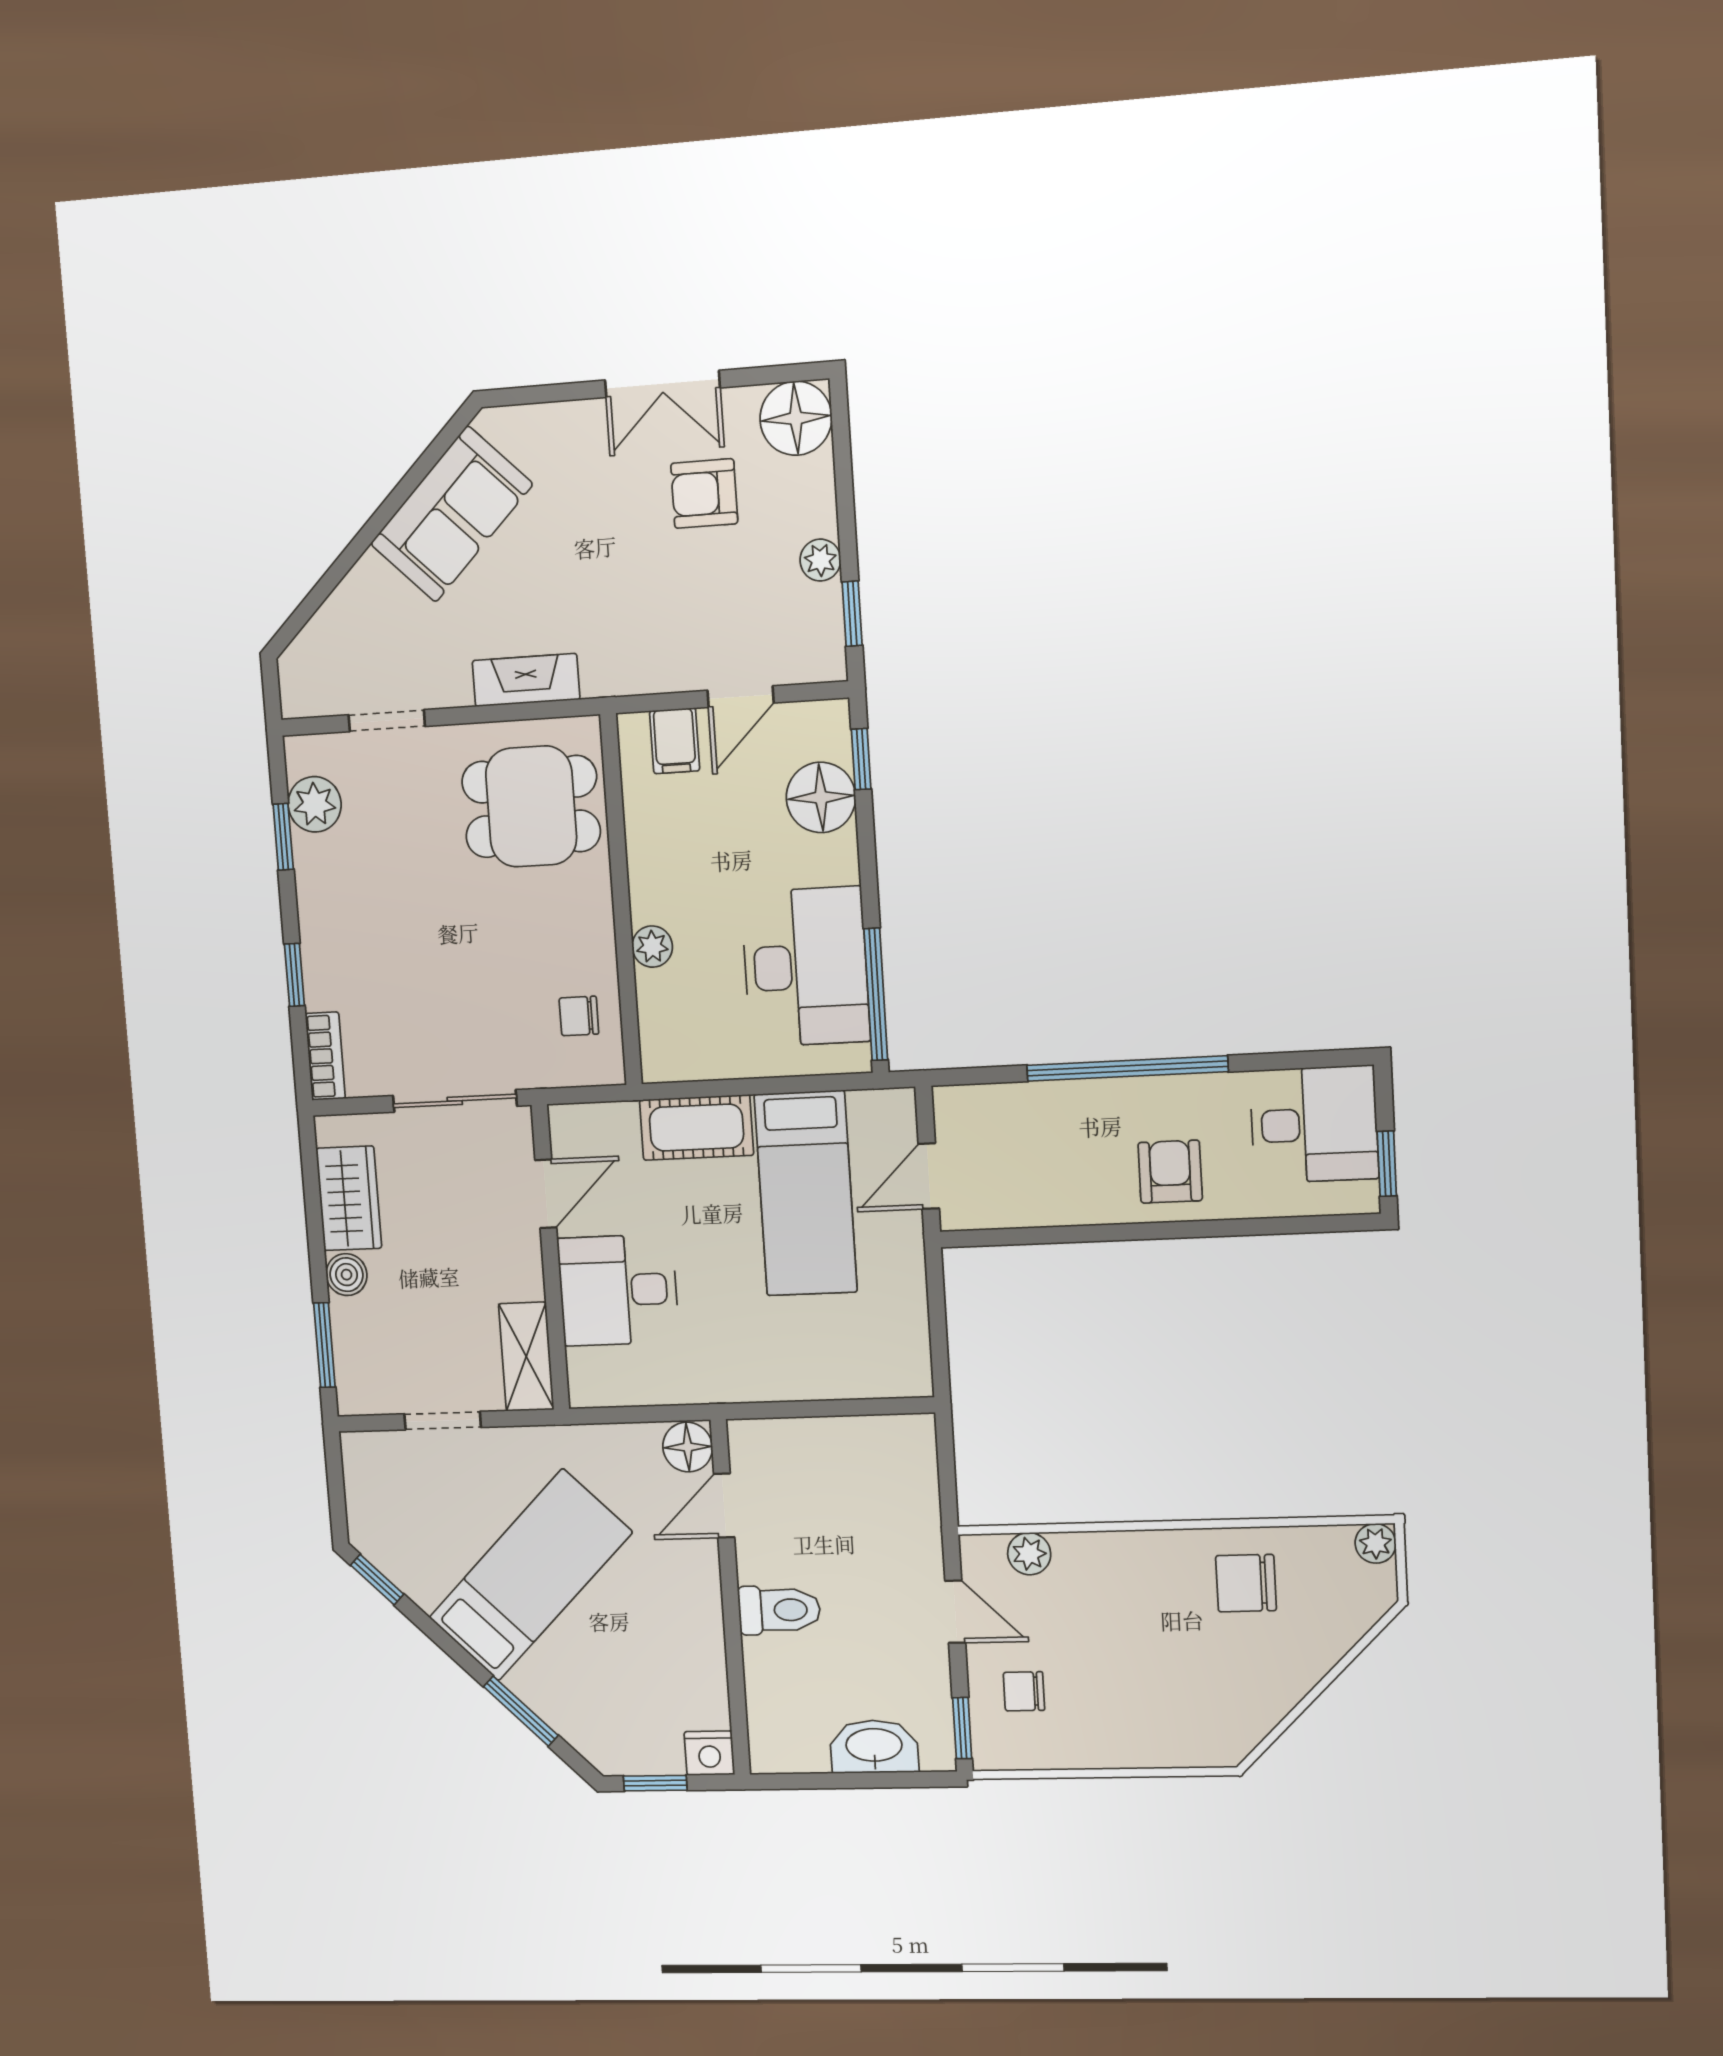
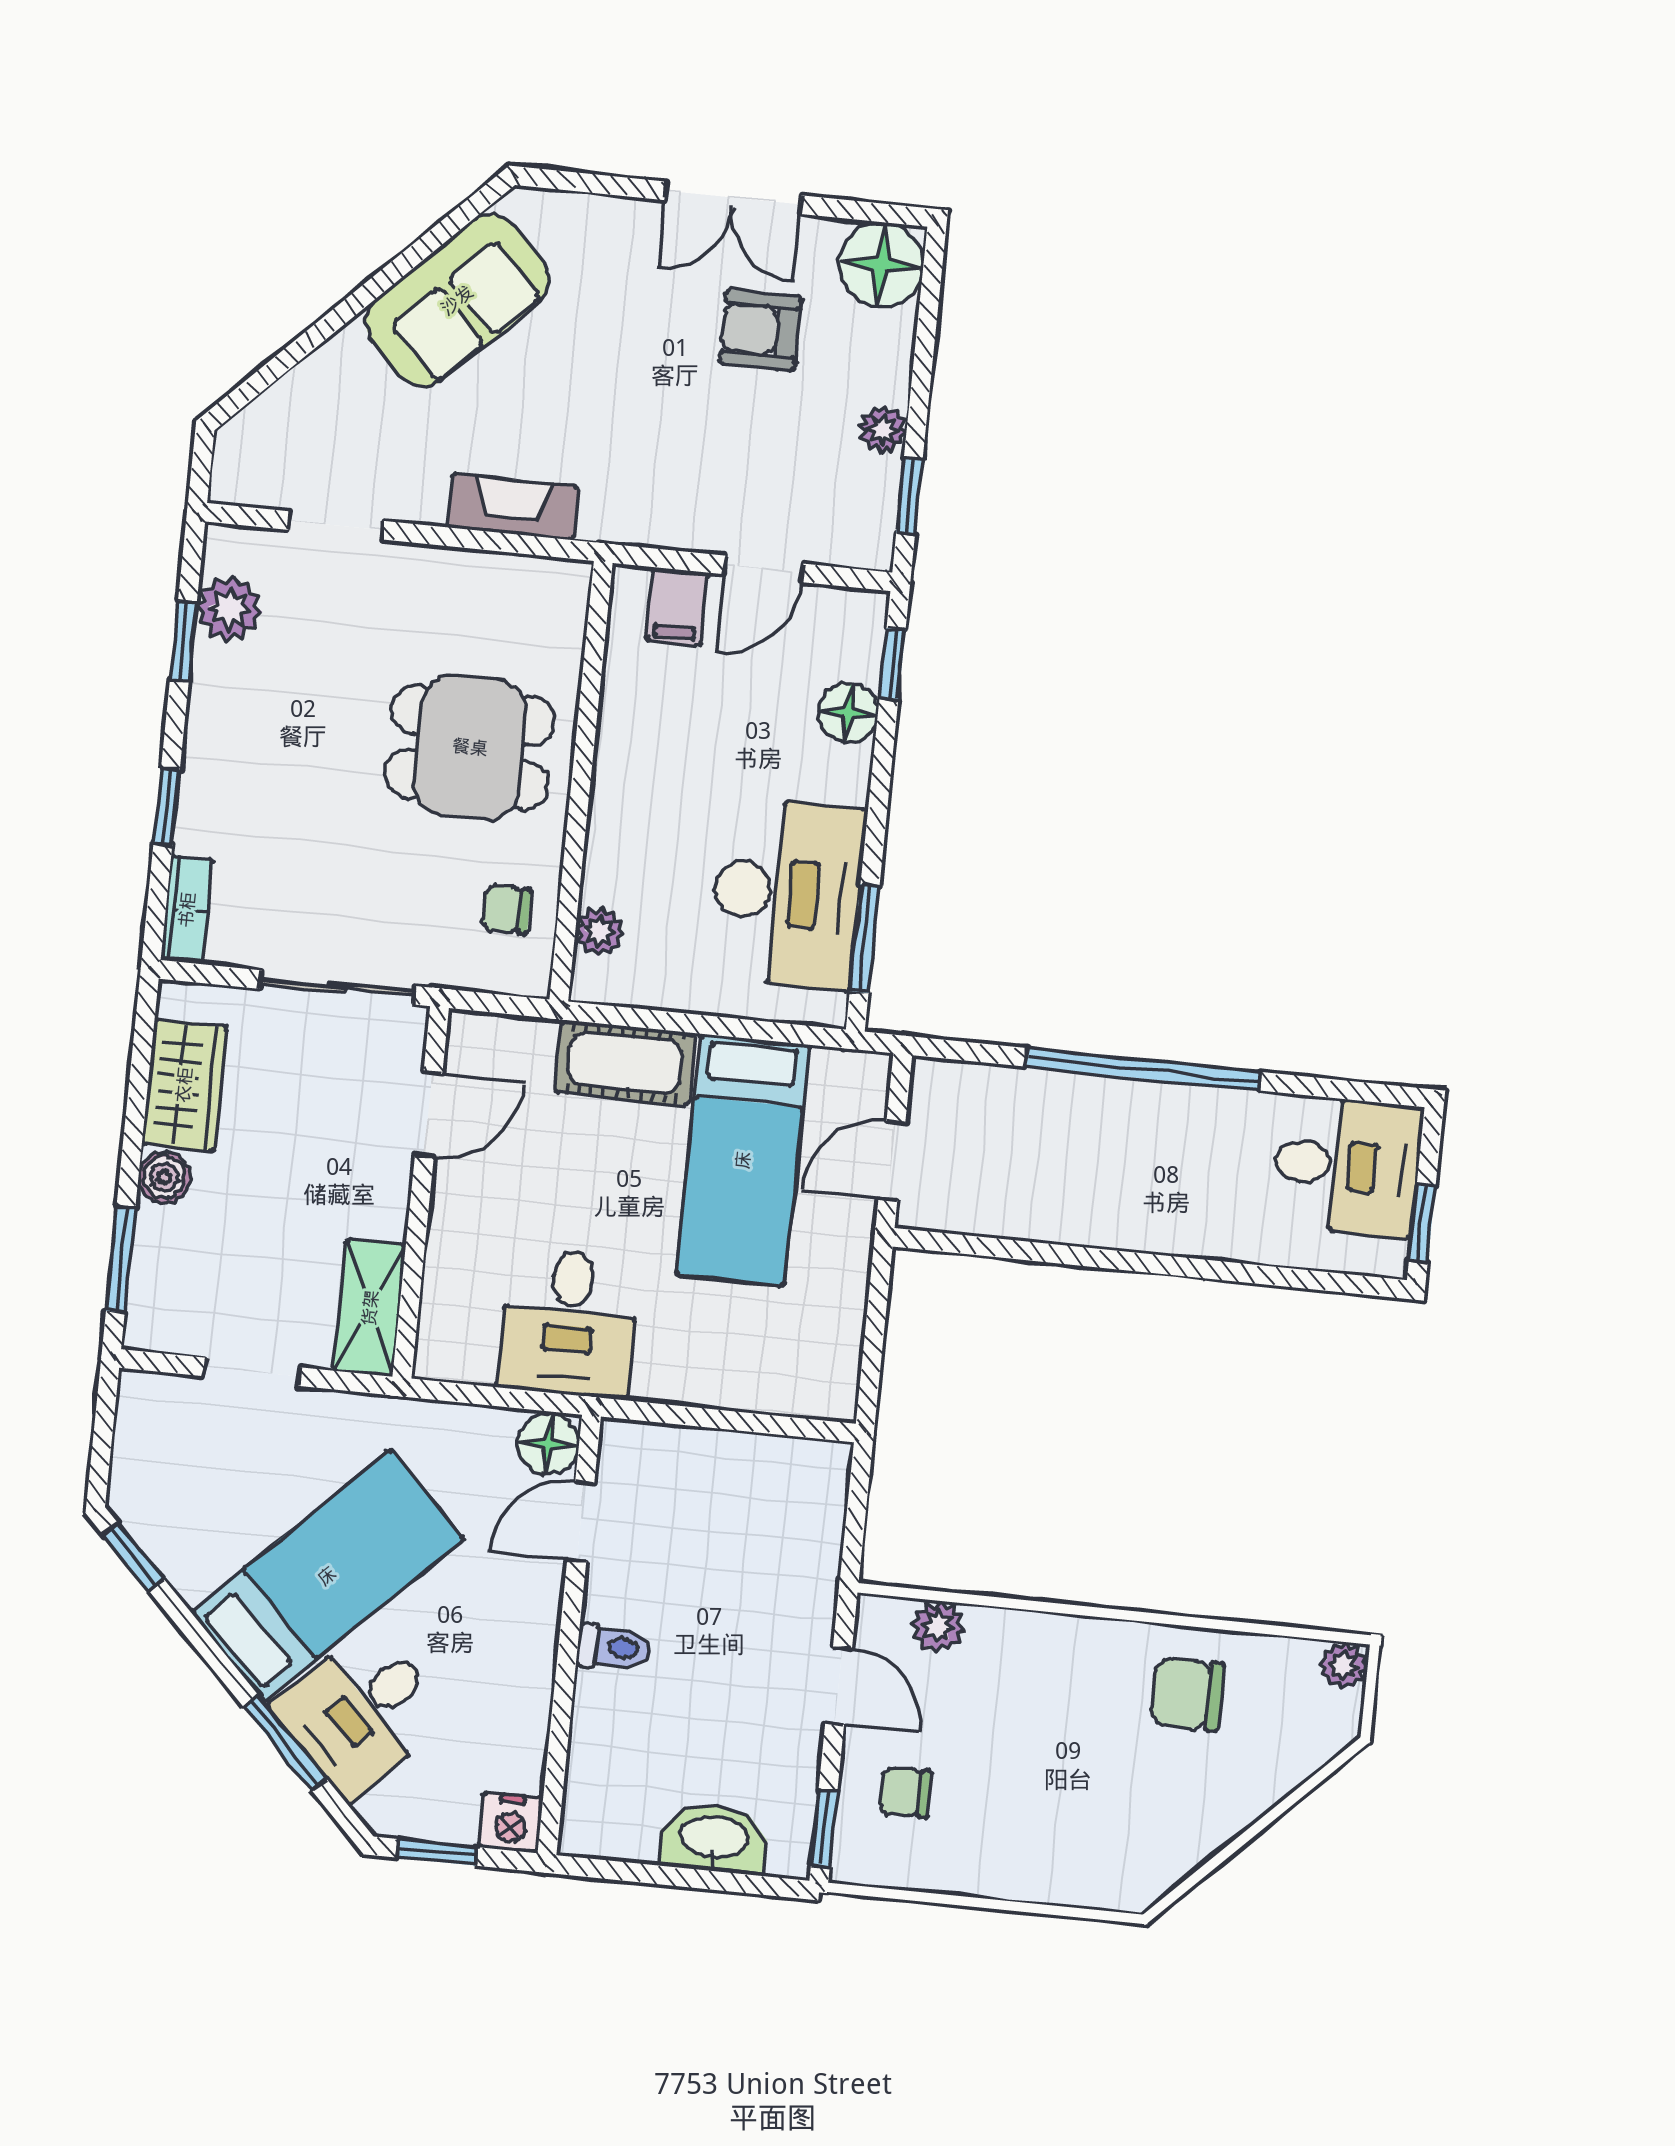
floor lamp: (821, 797) -> (848, 713), width x0.73, depth x0.73
dining table: (531, 807) -> (470, 747), moved
plant: (652, 947) -> (600, 932), moved
window: (876, 994) -> (865, 938), width x0.69
armchair: (1170, 1172) -> (1174, 1196), removed
desk: (618, 1290) -> (569, 1323), moved, turned -90
toilet: (779, 1610) -> (613, 1648), width x0.73, depth x0.72
desk: (576, 1680) -> (361, 1712), added

